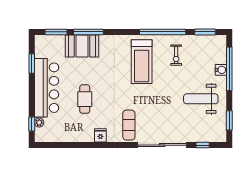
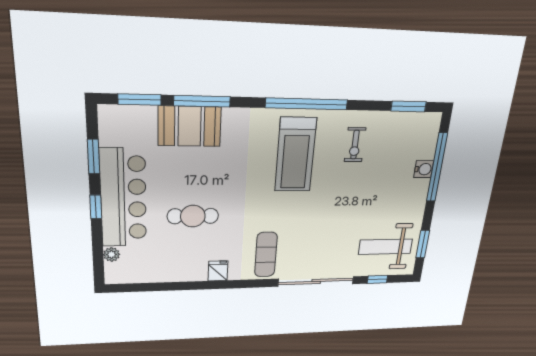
window: (163, 32) -> (307, 104), moved
cafe table: (85, 99) -> (193, 216), turned 90
weight bench: (201, 99) -> (386, 247), moved
window: (32, 124) -> (96, 207), moved

